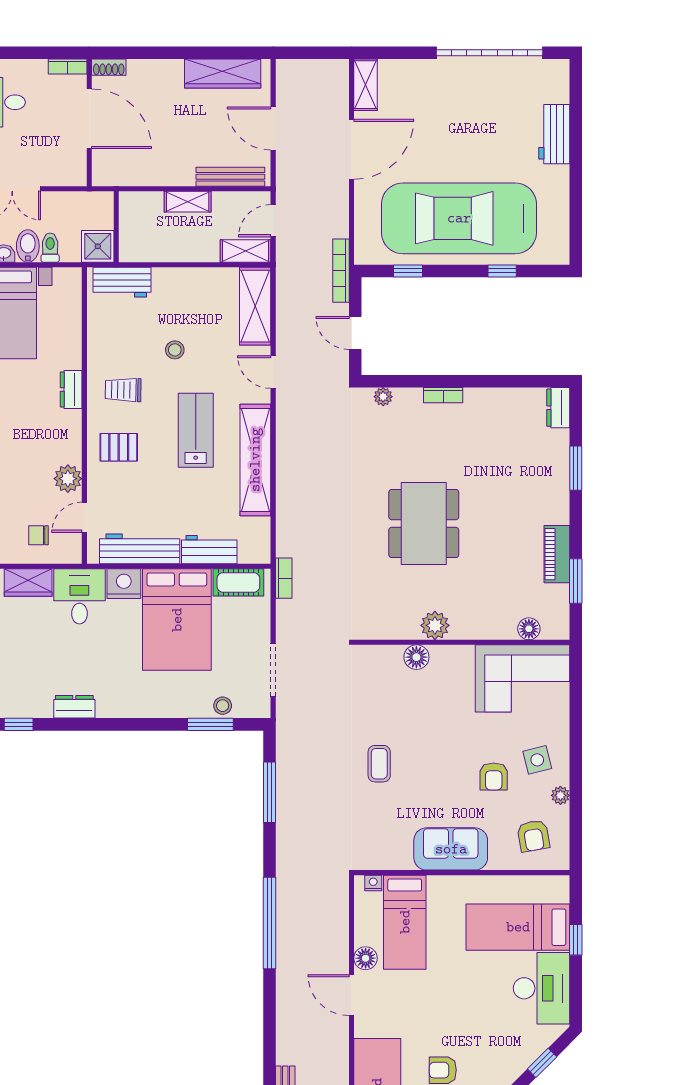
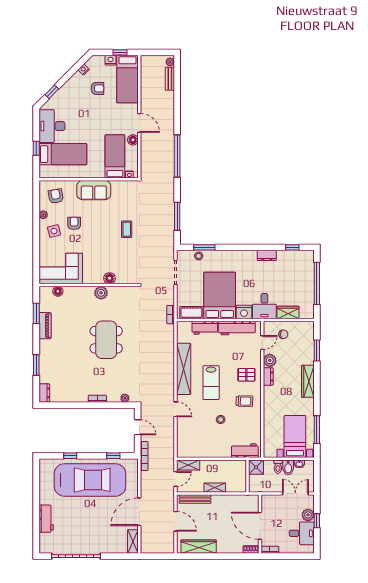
shelving: (255, 306) -> (184, 440), removed
dresser: (71, 389) -> (268, 376), moved

